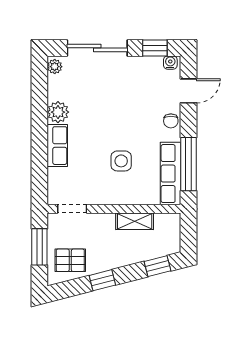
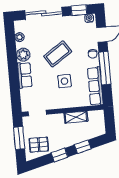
plant: (55, 67) -> (20, 37), moved
coffee table: (114, 116) -> (58, 54), added
window: (189, 164) -> (105, 68), moved
window: (157, 266) -> (83, 147), moved

